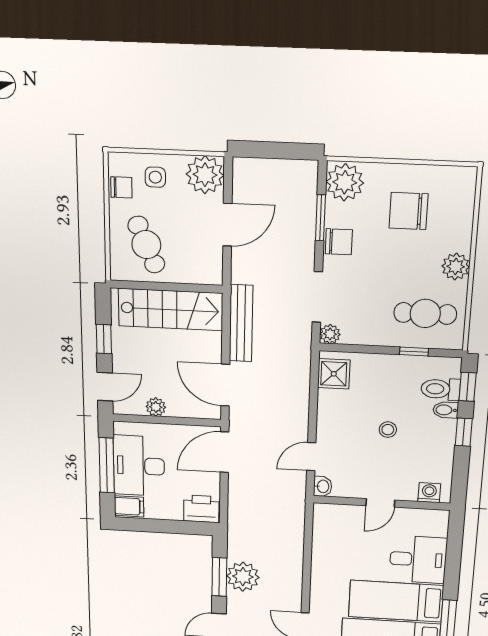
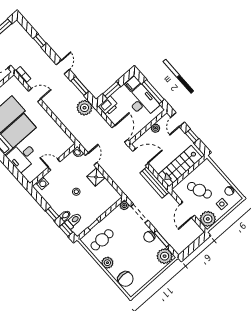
chair: (409, 211) -> (125, 279), moved, turned 90
cafe table: (146, 245) -> (199, 190), moved
shower: (334, 374) -> (96, 177), moved
door: (380, 503) -> (54, 164), hinge flipped
window: (173, 527) -> (112, 90), added
plant: (243, 577) -> (84, 108), moved

